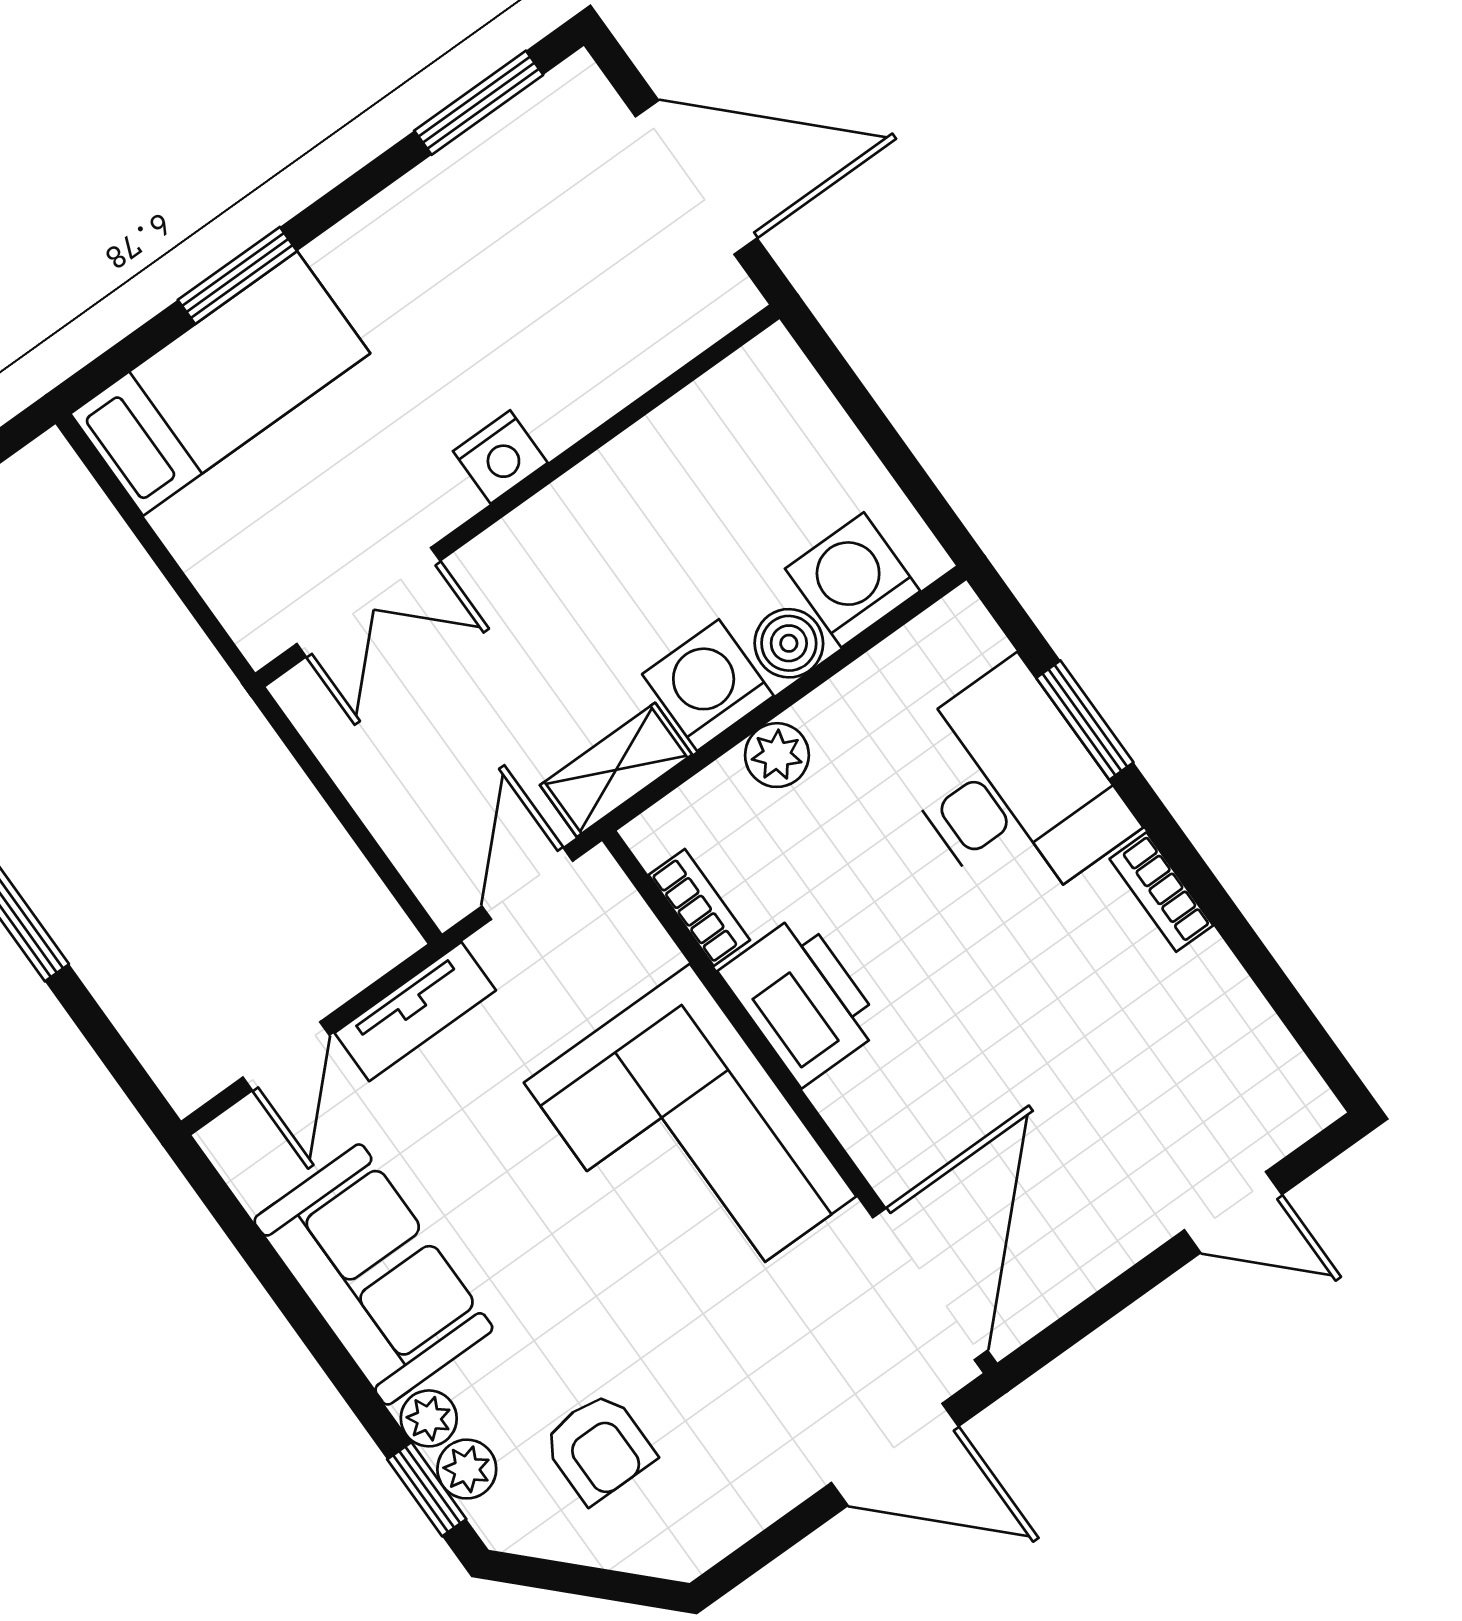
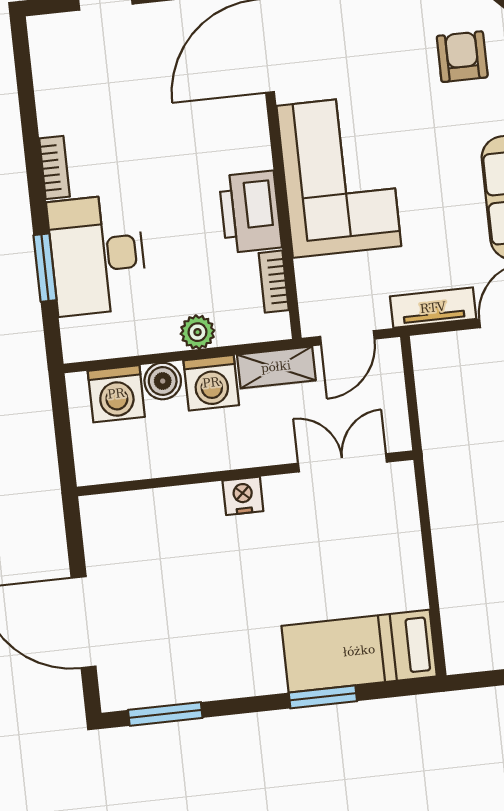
nightstand: (500, 457) -> (243, 496), moved
wall: (517, 496) -> (245, 473), moved
double door: (368, 602) -> (342, 463), moved

